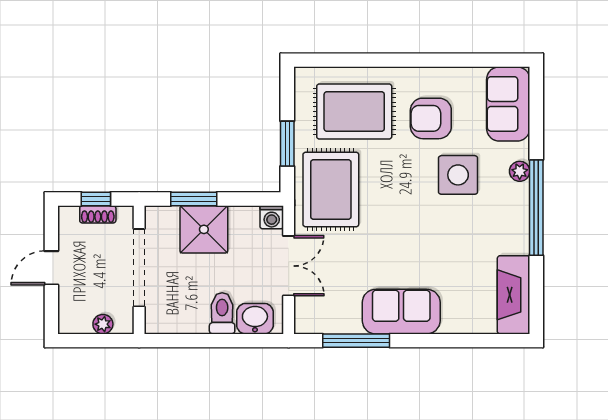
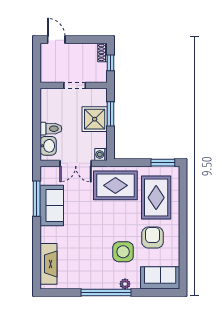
window: (287, 144) -> (163, 163), moved
shoe rack: (98, 214) -> (102, 52), moved
door: (51, 268) -> (56, 40), moved
doorway: (139, 268) -> (75, 85), width x0.53
fireplace: (514, 295) -> (48, 264), moved, turned 90
sofa: (401, 312) -> (52, 206), moved
plant: (103, 324) -> (45, 66), removed

